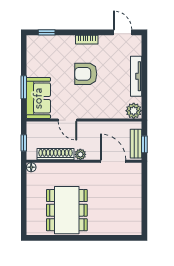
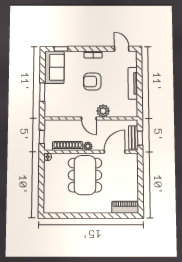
sofa: (38, 98) -> (54, 67), moved
plant: (134, 111) -> (103, 111), moved
door: (68, 120) -> (89, 118), moved
door: (113, 161) -> (115, 152), hinge flipped
dining table: (67, 210) -> (85, 175), moved
piano: (125, 228) -> (125, 207), added

